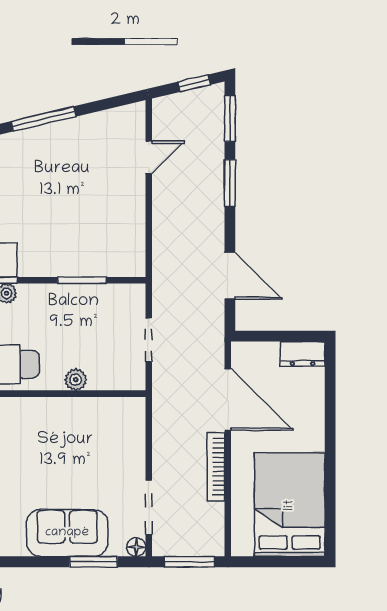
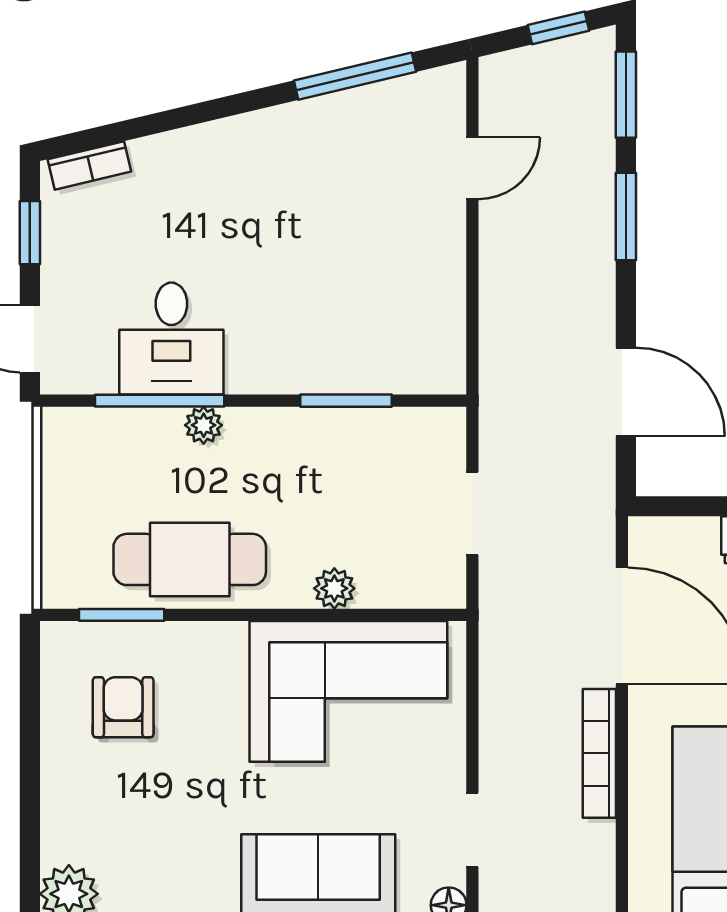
window: (43, 119) -> (355, 76), moved
corner sofa: (83, 434) -> (348, 691), added
doorway: (149, 507) -> (472, 830), width x0.73

